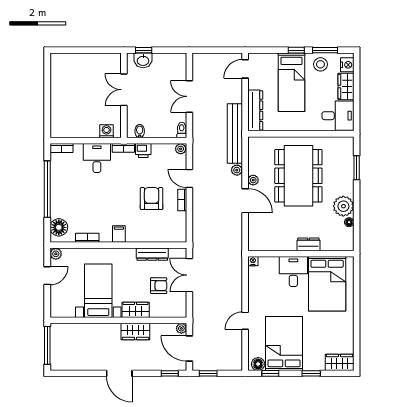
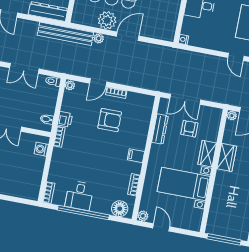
desk: (97, 158) -> (79, 196), moved, turned -90
plant: (253, 180) -> (107, 20), width x1.88, depth x1.88
armchair: (152, 199) -> (110, 120), turned 180

